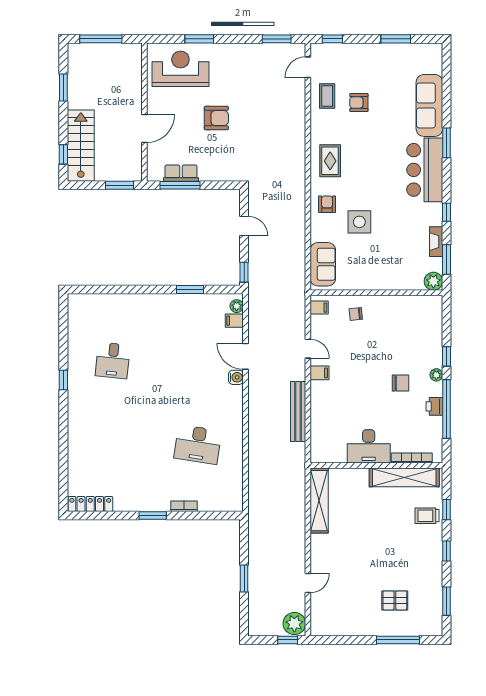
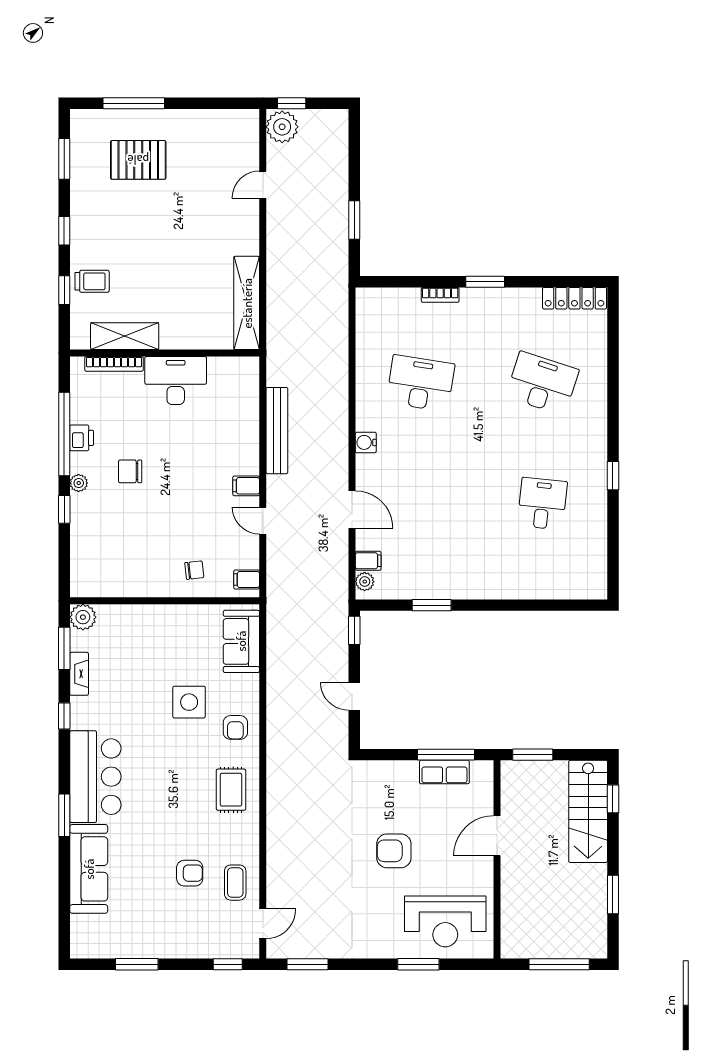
water cooler: (236, 377) -> (366, 442), moved
desk: (113, 445) -> (542, 383), added
shelving: (404, 477) -> (125, 336), width x0.68
window: (244, 578) -> (354, 220), moved
pallet: (395, 600) -> (138, 160), width x1.50, depth x1.42

